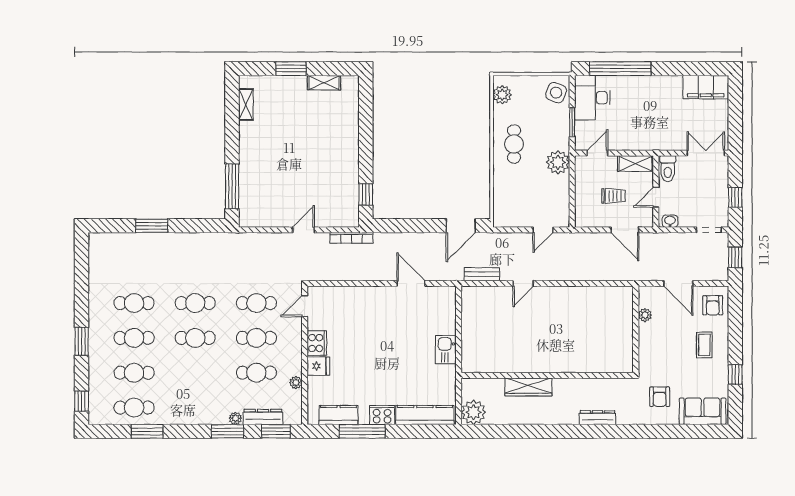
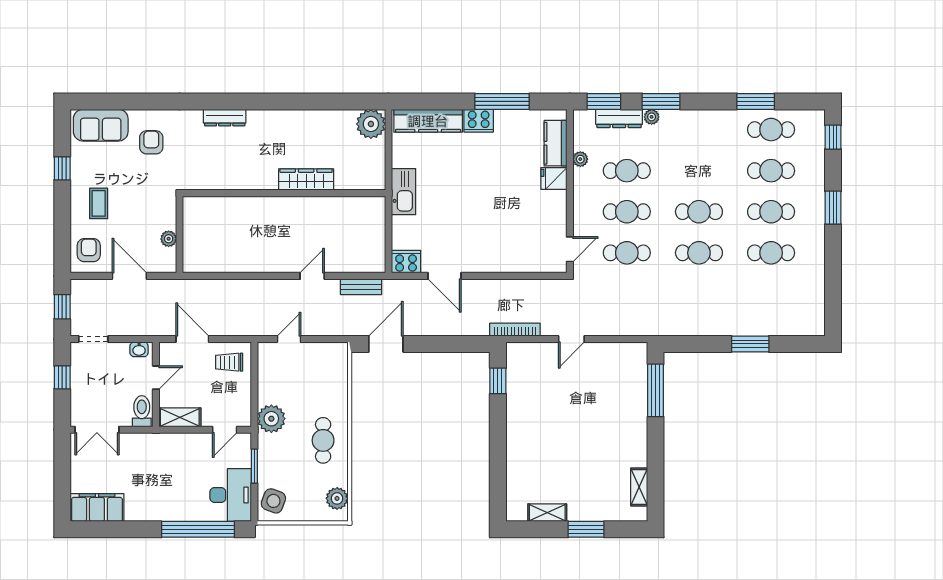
trolley: (614, 196) -> (229, 362), moved
cooker: (317, 343) -> (406, 262), moved, turned 90
kitchen sink: (446, 350) -> (404, 192), width x1.38
wall: (547, 375) -> (284, 193), moved
wardrobe: (528, 387) -> (306, 180), moved
kitchen counter: (339, 415) -> (555, 143), moved, turned 90

